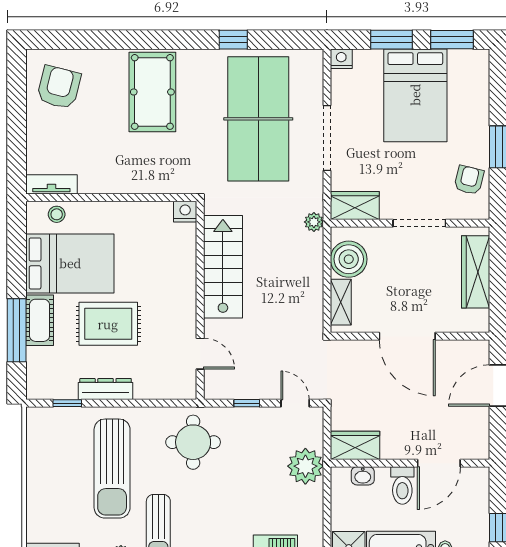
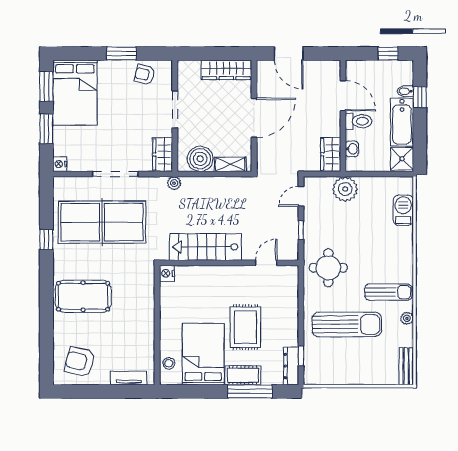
bed: (415, 95) -> (75, 93), moved, turned 90
tv unit: (51, 184) -> (129, 378), moved, turned 90
wardrobe: (476, 272) -> (226, 70), moved
dresser: (106, 389) -> (291, 366), moved

